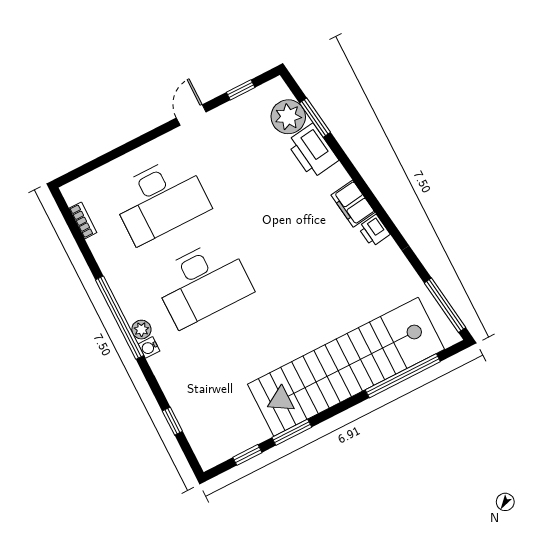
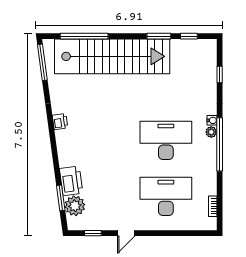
filing cabinet: (353, 204) -> (64, 142), removed

